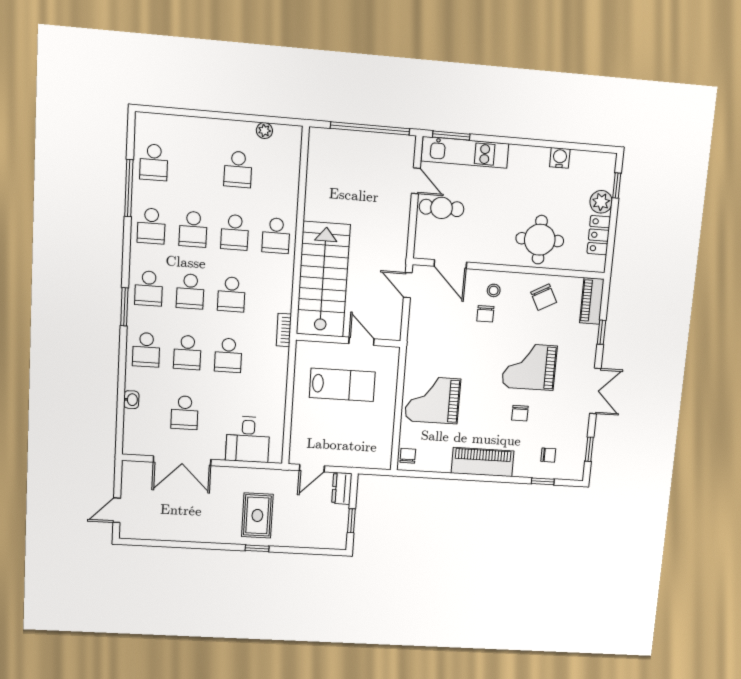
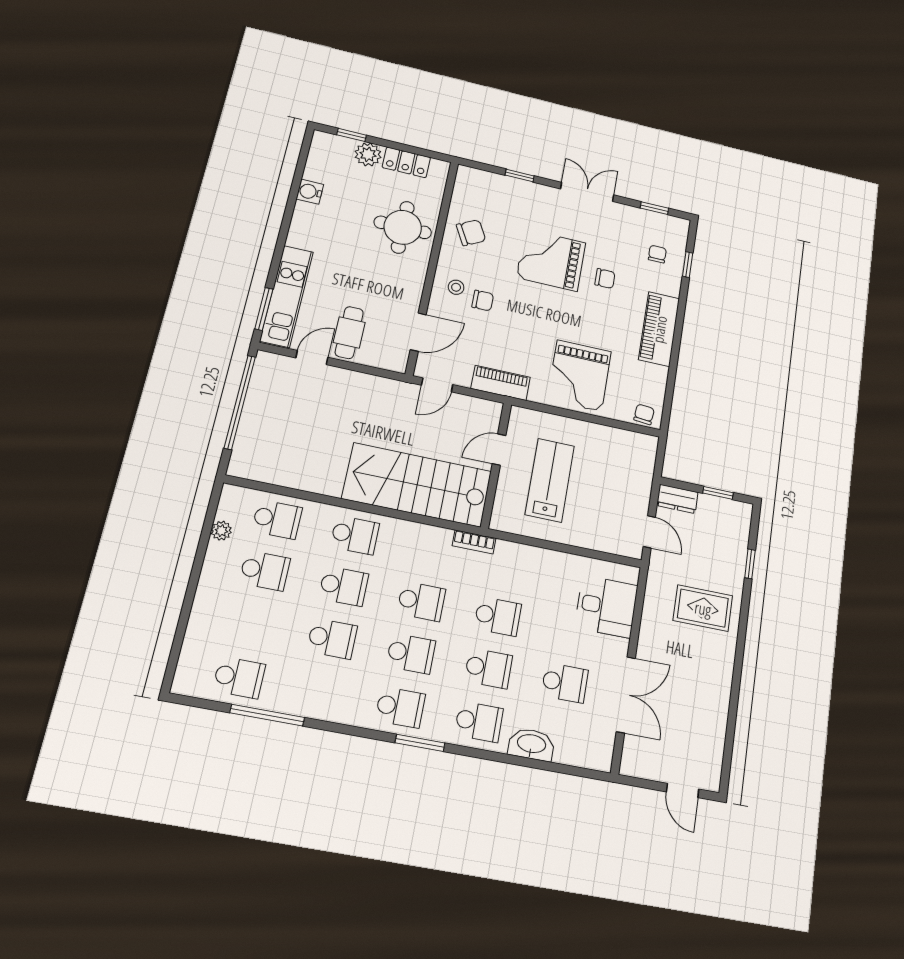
school desk: (151, 226) -> (277, 519), moved
piano: (592, 301) -> (501, 383), moved, turned 180
grand piano: (529, 367) -> (551, 260), turned 90
washbasin: (131, 400) -> (531, 744), width x1.91, depth x1.45
chair: (408, 456) -> (644, 414), turned 95
window: (257, 548) -> (750, 564), moved

